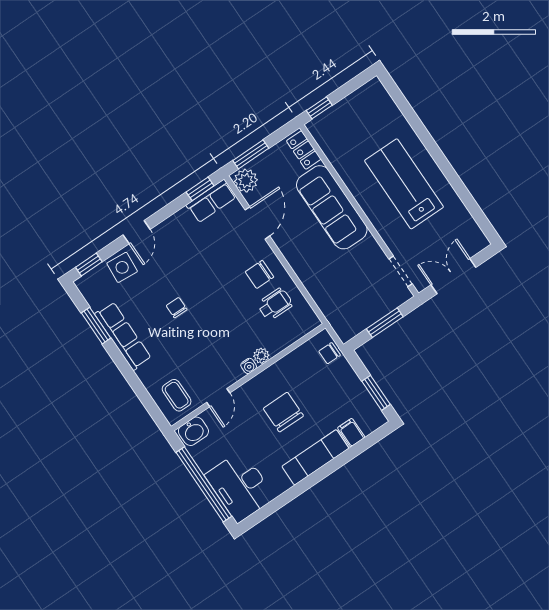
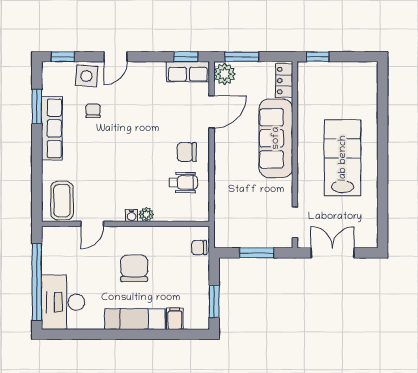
chair: (177, 308) -> (93, 111), moved
coffee table: (177, 395) -> (62, 201), width x1.36, depth x1.30
washbasin: (193, 431) -> (56, 237), removed

